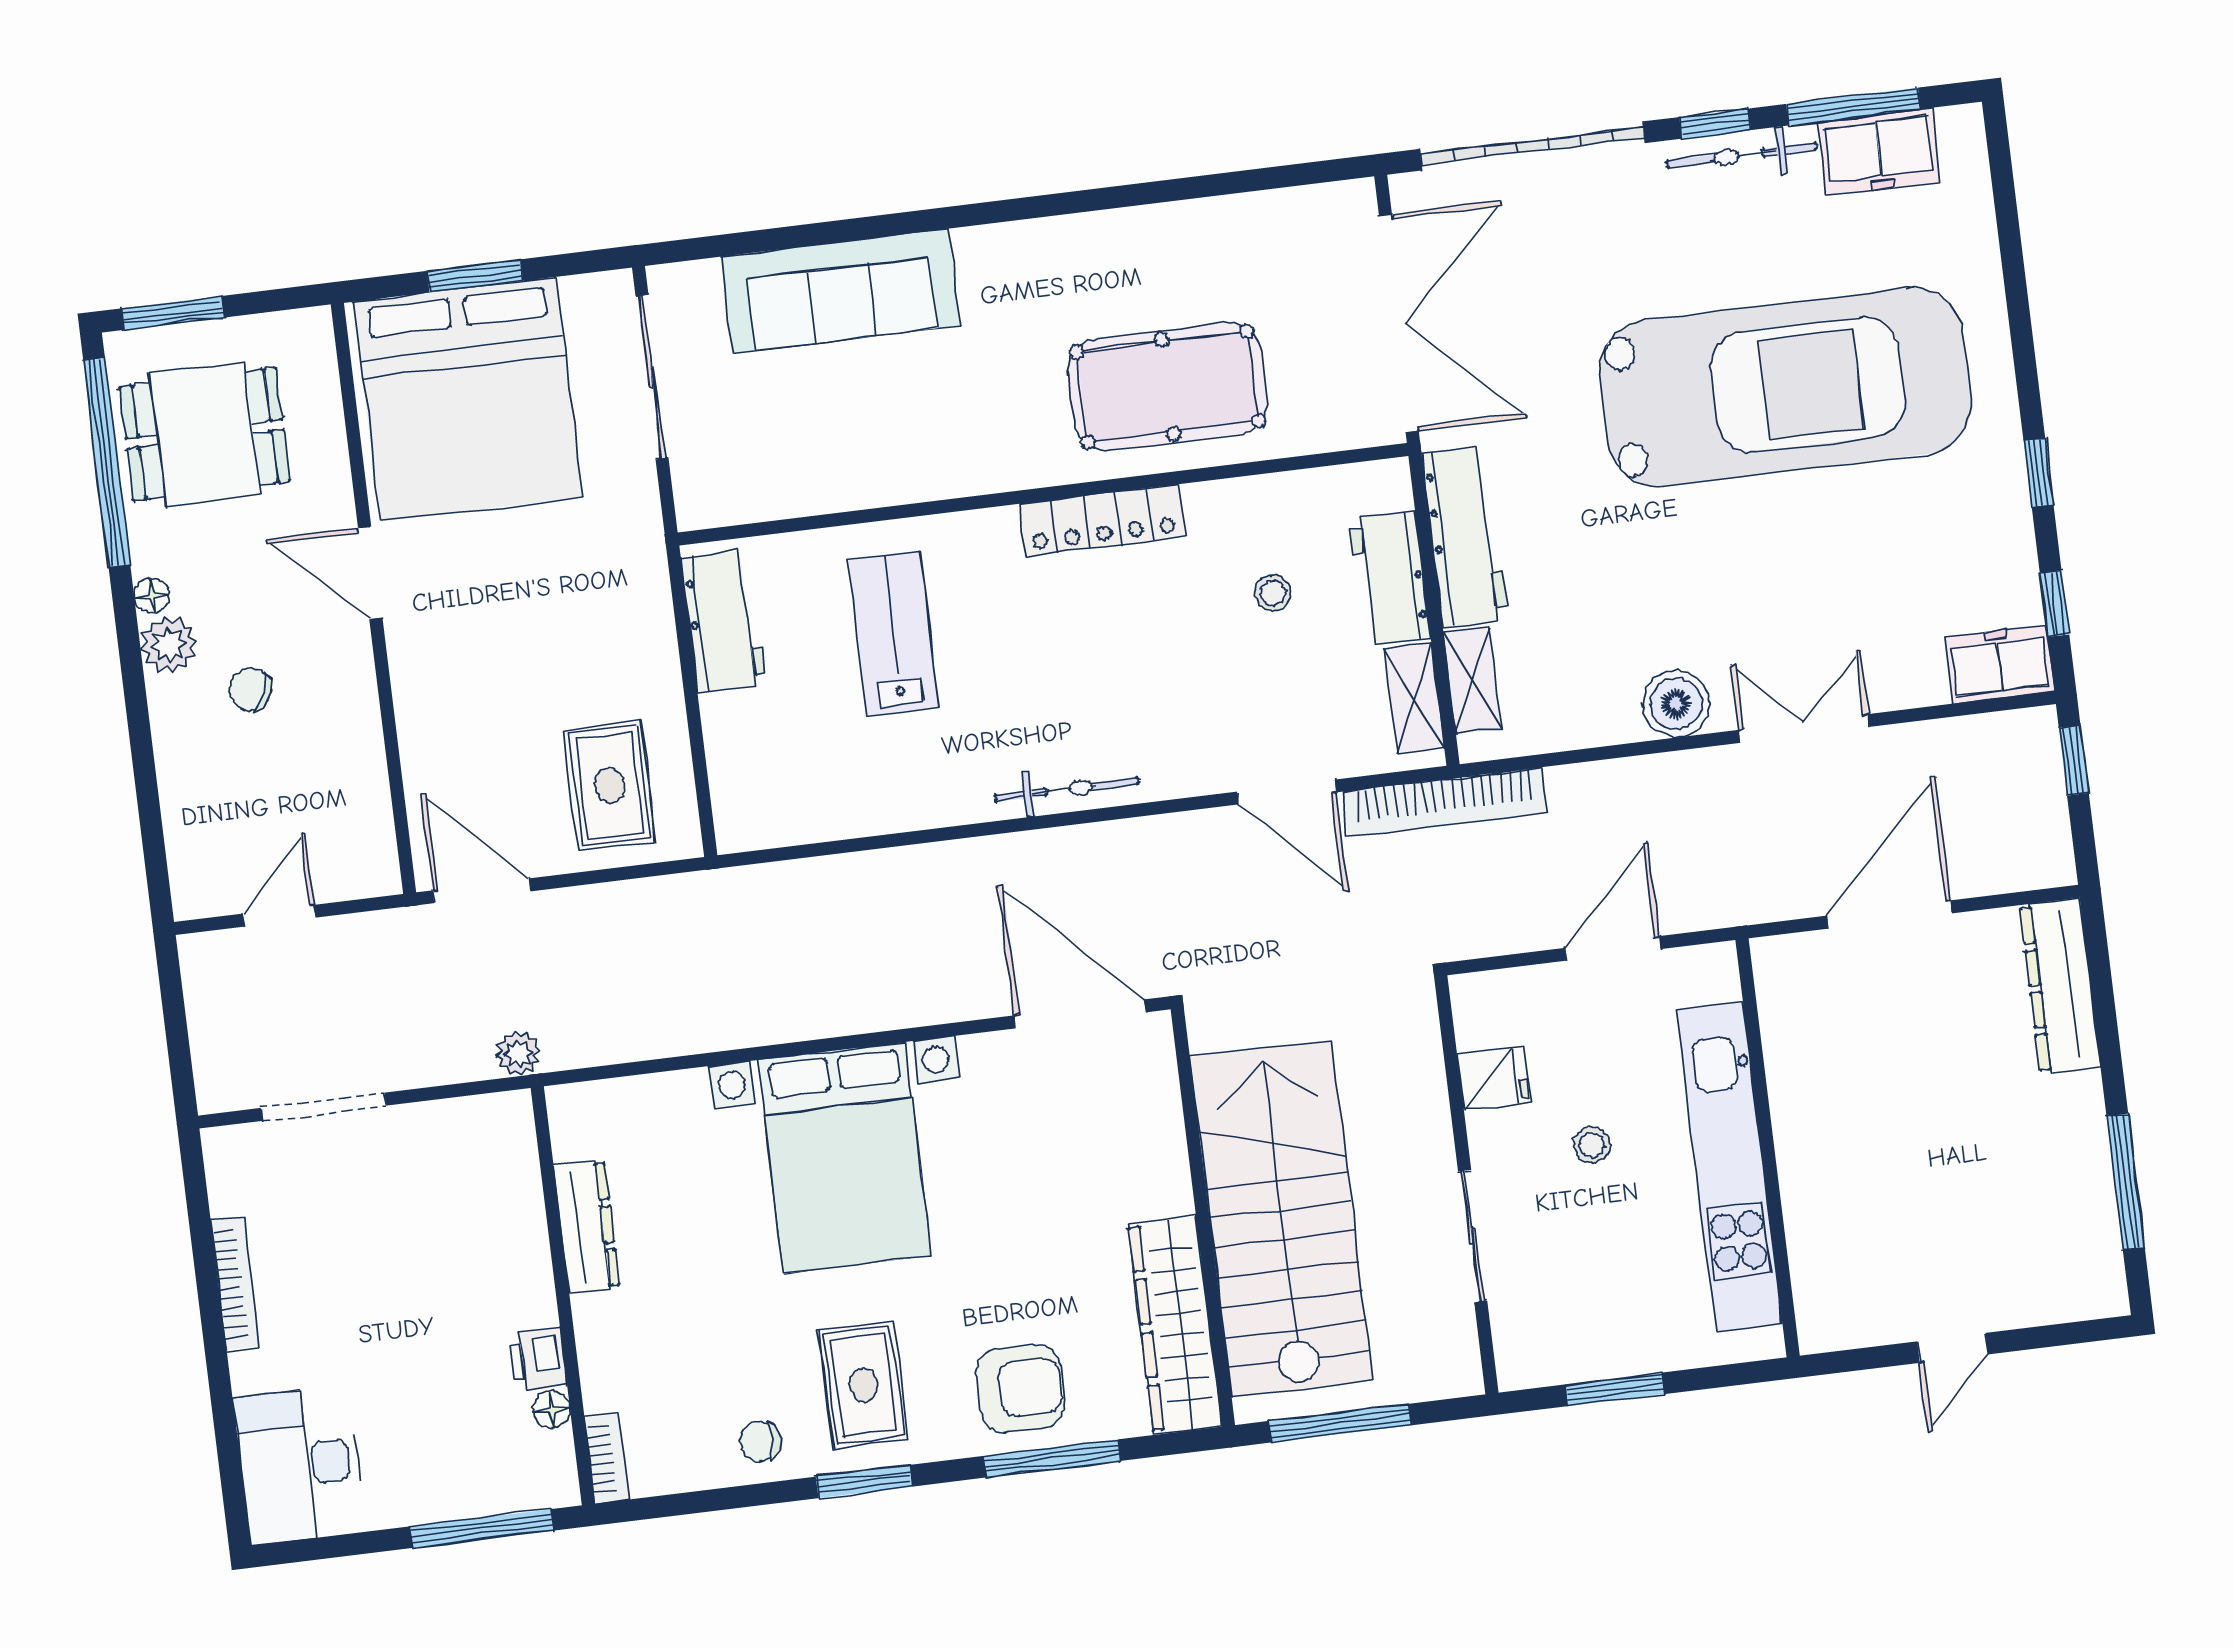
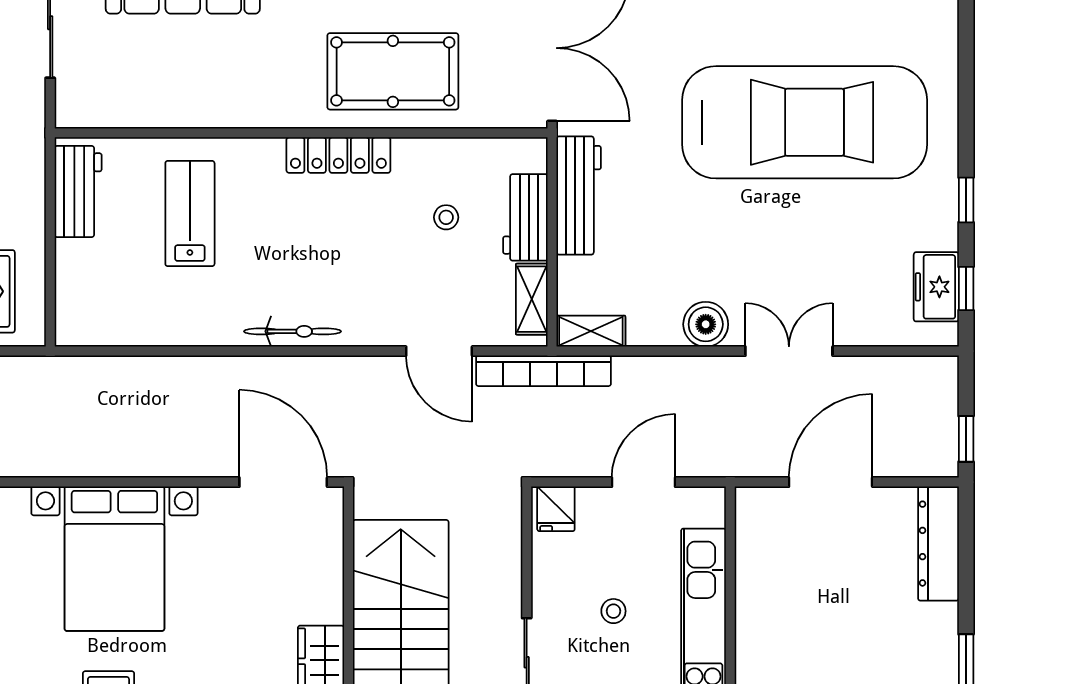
freezer: (1999, 664) -> (936, 287), moved, turned -90
shelving: (1473, 680) -> (591, 331), moved, turned 90
window: (2074, 760) -> (966, 439), moved
fridge: (1493, 1078) -> (556, 509), moved, turned 90

